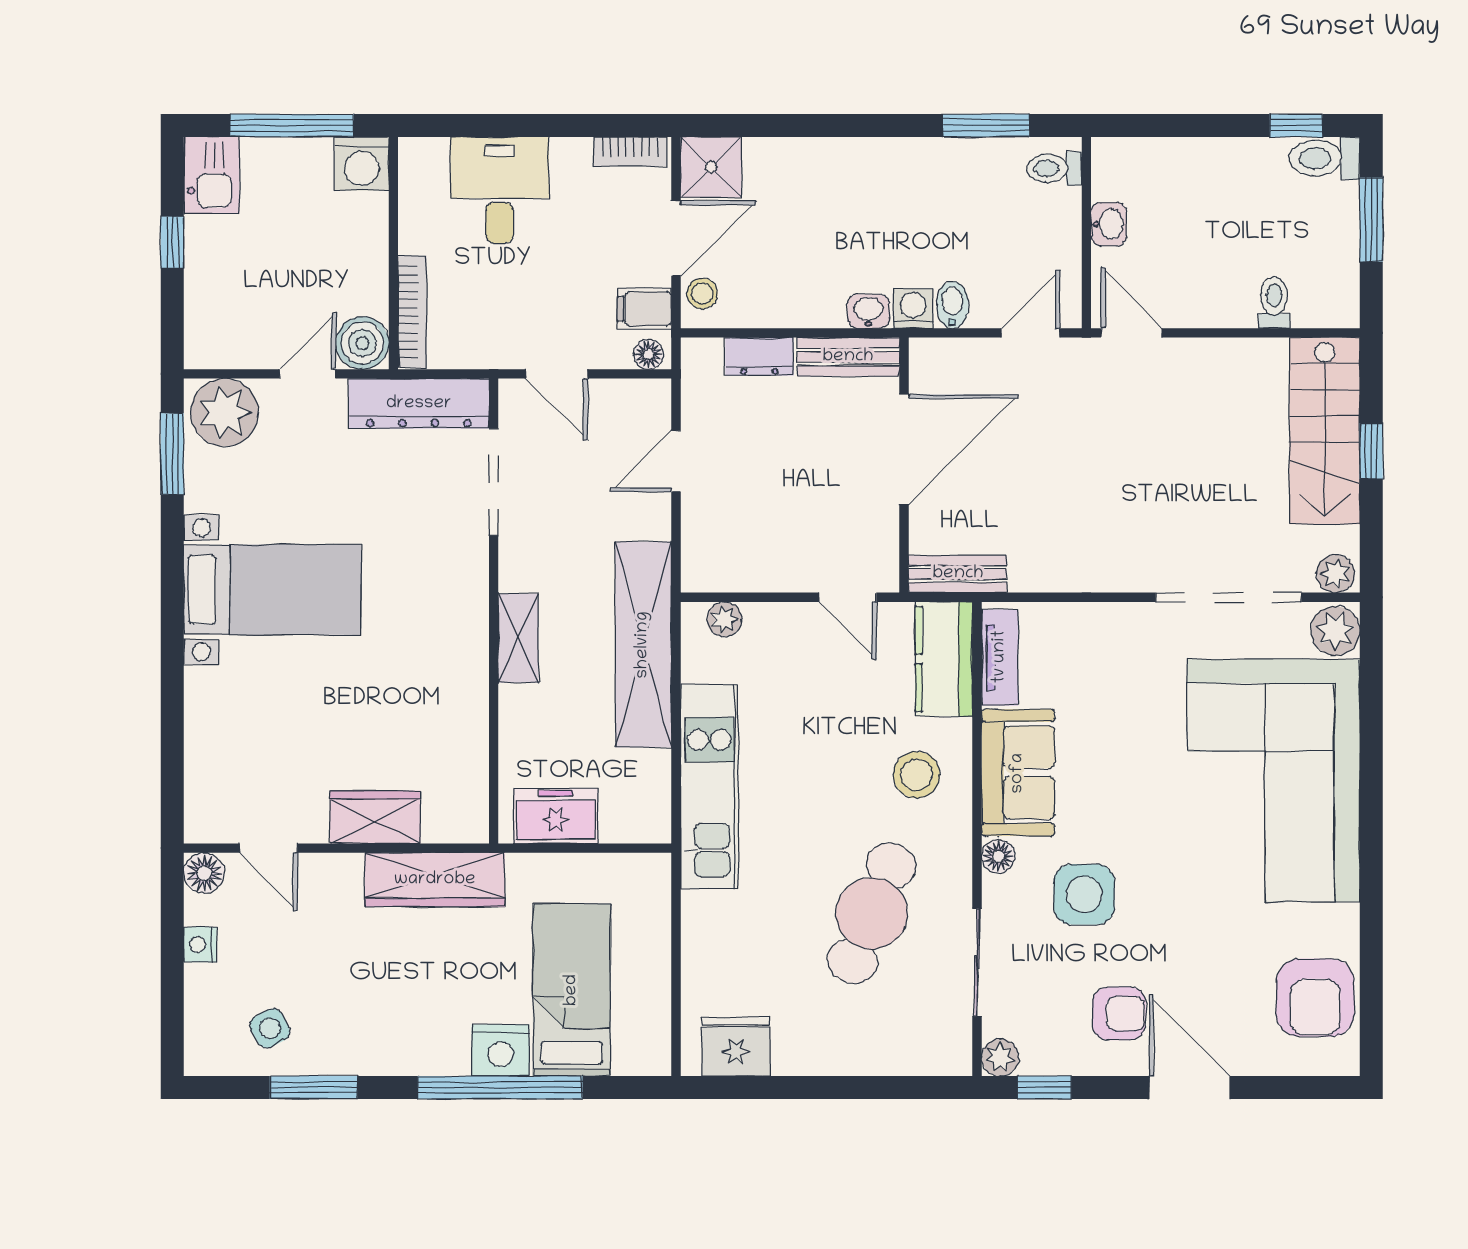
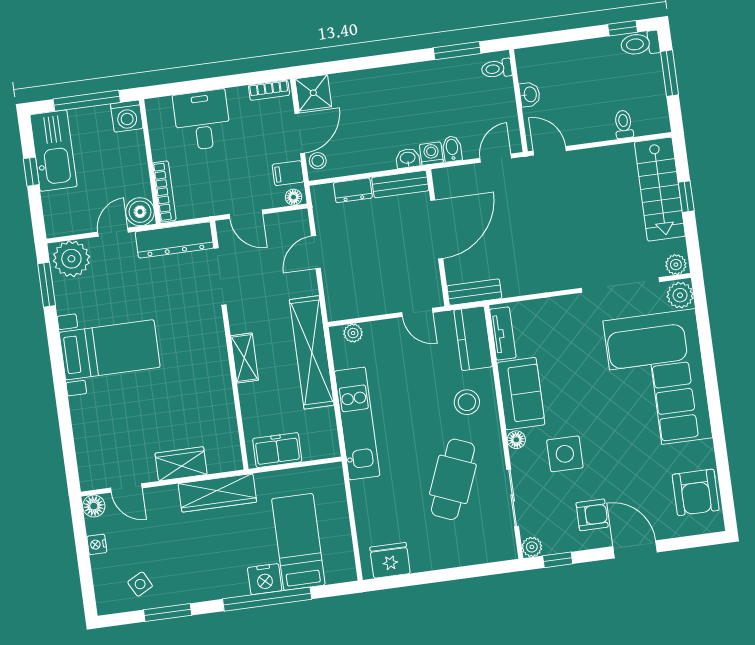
kitchen sink: (212, 175) -> (53, 151), width x1.87, depth x1.24

